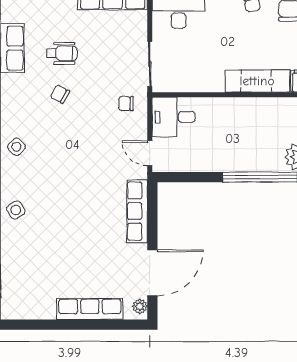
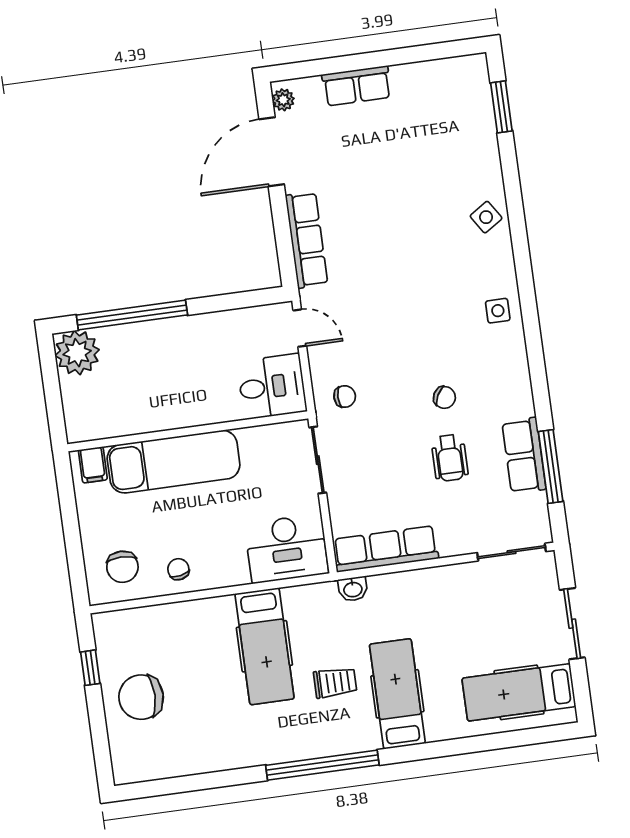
wheelchair: (62, 53) -> (450, 458), turned -90
exam couch: (257, 81) -> (174, 462), width x1.36, depth x1.45
side table: (16, 147) -> (498, 311), turned 45
row of seats: (90, 309) -> (357, 86), width x0.68

